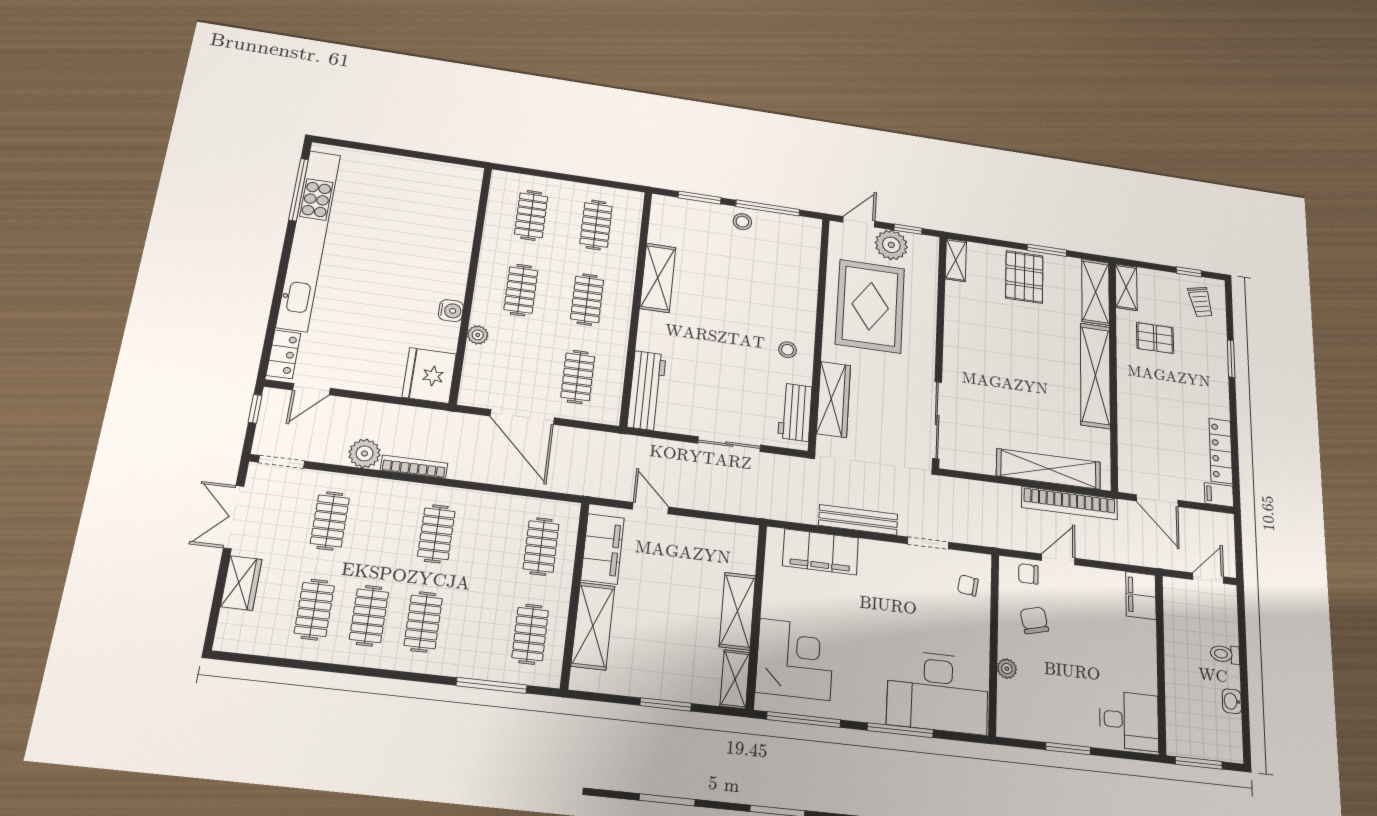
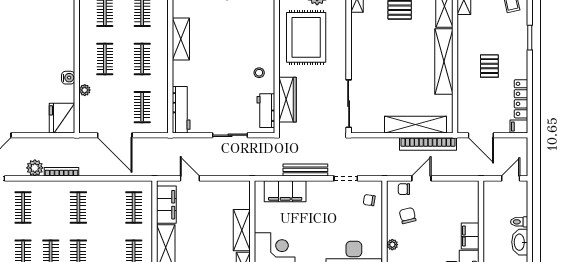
pallet: (1155, 338) -> (489, 66), moved, turned 90
filing cabinet: (1141, 596) -> (470, 236), moved
washbasin: (1232, 701) -> (520, 242), width x1.91, depth x1.45

